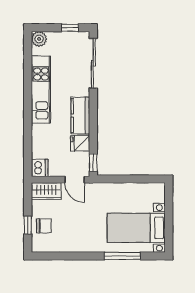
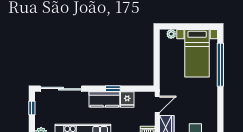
window: (93, 163) -> (113, 89), moved
plant: (160, 197) -> (171, 34), added
window: (122, 256) -> (220, 65), width x1.46

